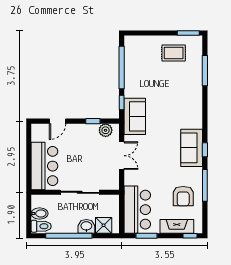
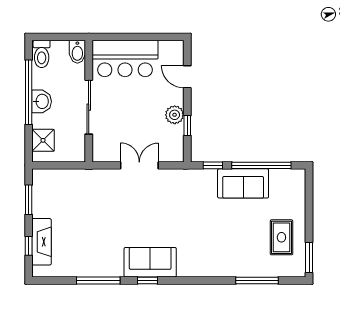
sofa: (135, 116) -> (243, 183), moved
plant: (106, 130) -> (175, 115), moved
double door: (122, 156) -> (139, 165), swing flipped
armchair: (183, 196) -> (83, 251), removed
bar counter: (137, 210) -> (65, 187), removed
bidet: (40, 213) -> (77, 52), moved
washbasin: (86, 226) -> (42, 101), moved
window: (190, 236) -> (29, 246), moved

